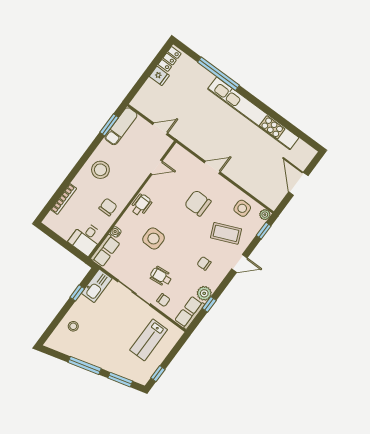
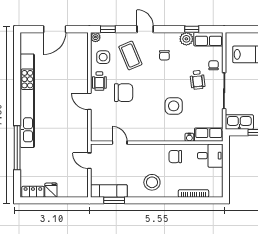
chair: (198, 203) -> (124, 93), turned -90
wheelchair: (141, 205) -> (99, 81), moved, turned -90

